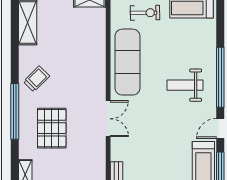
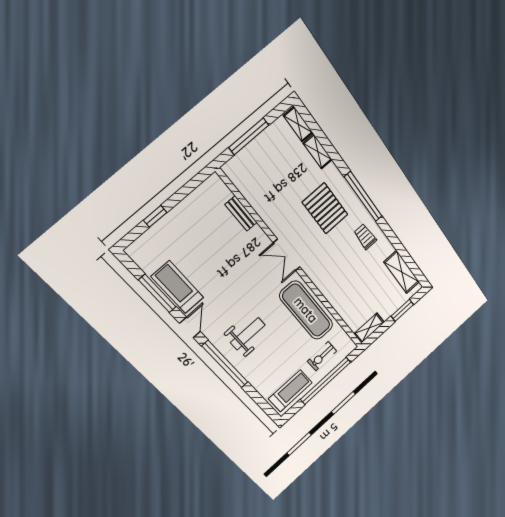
trolley: (36, 79) -> (365, 237), turned 135

